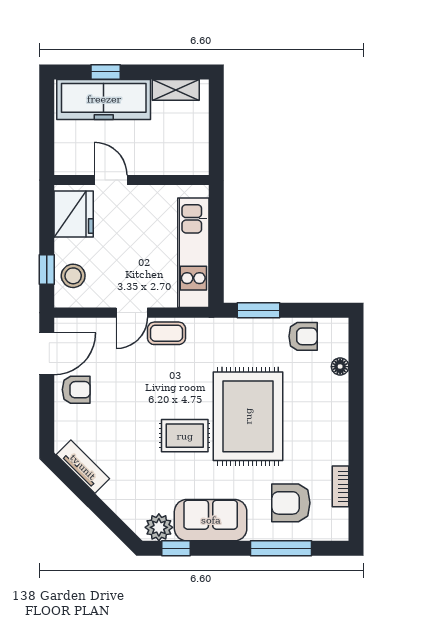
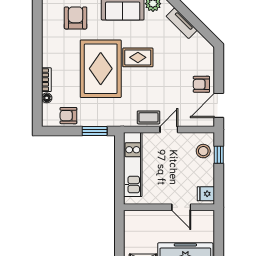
fridge: (74, 214) -> (206, 194), width x0.53, depth x0.75
tv unit: (83, 467) -> (182, 23), moved
bookcase: (341, 486) -> (46, 80), moved
armchair: (291, 503) -> (76, 18), turned -90

